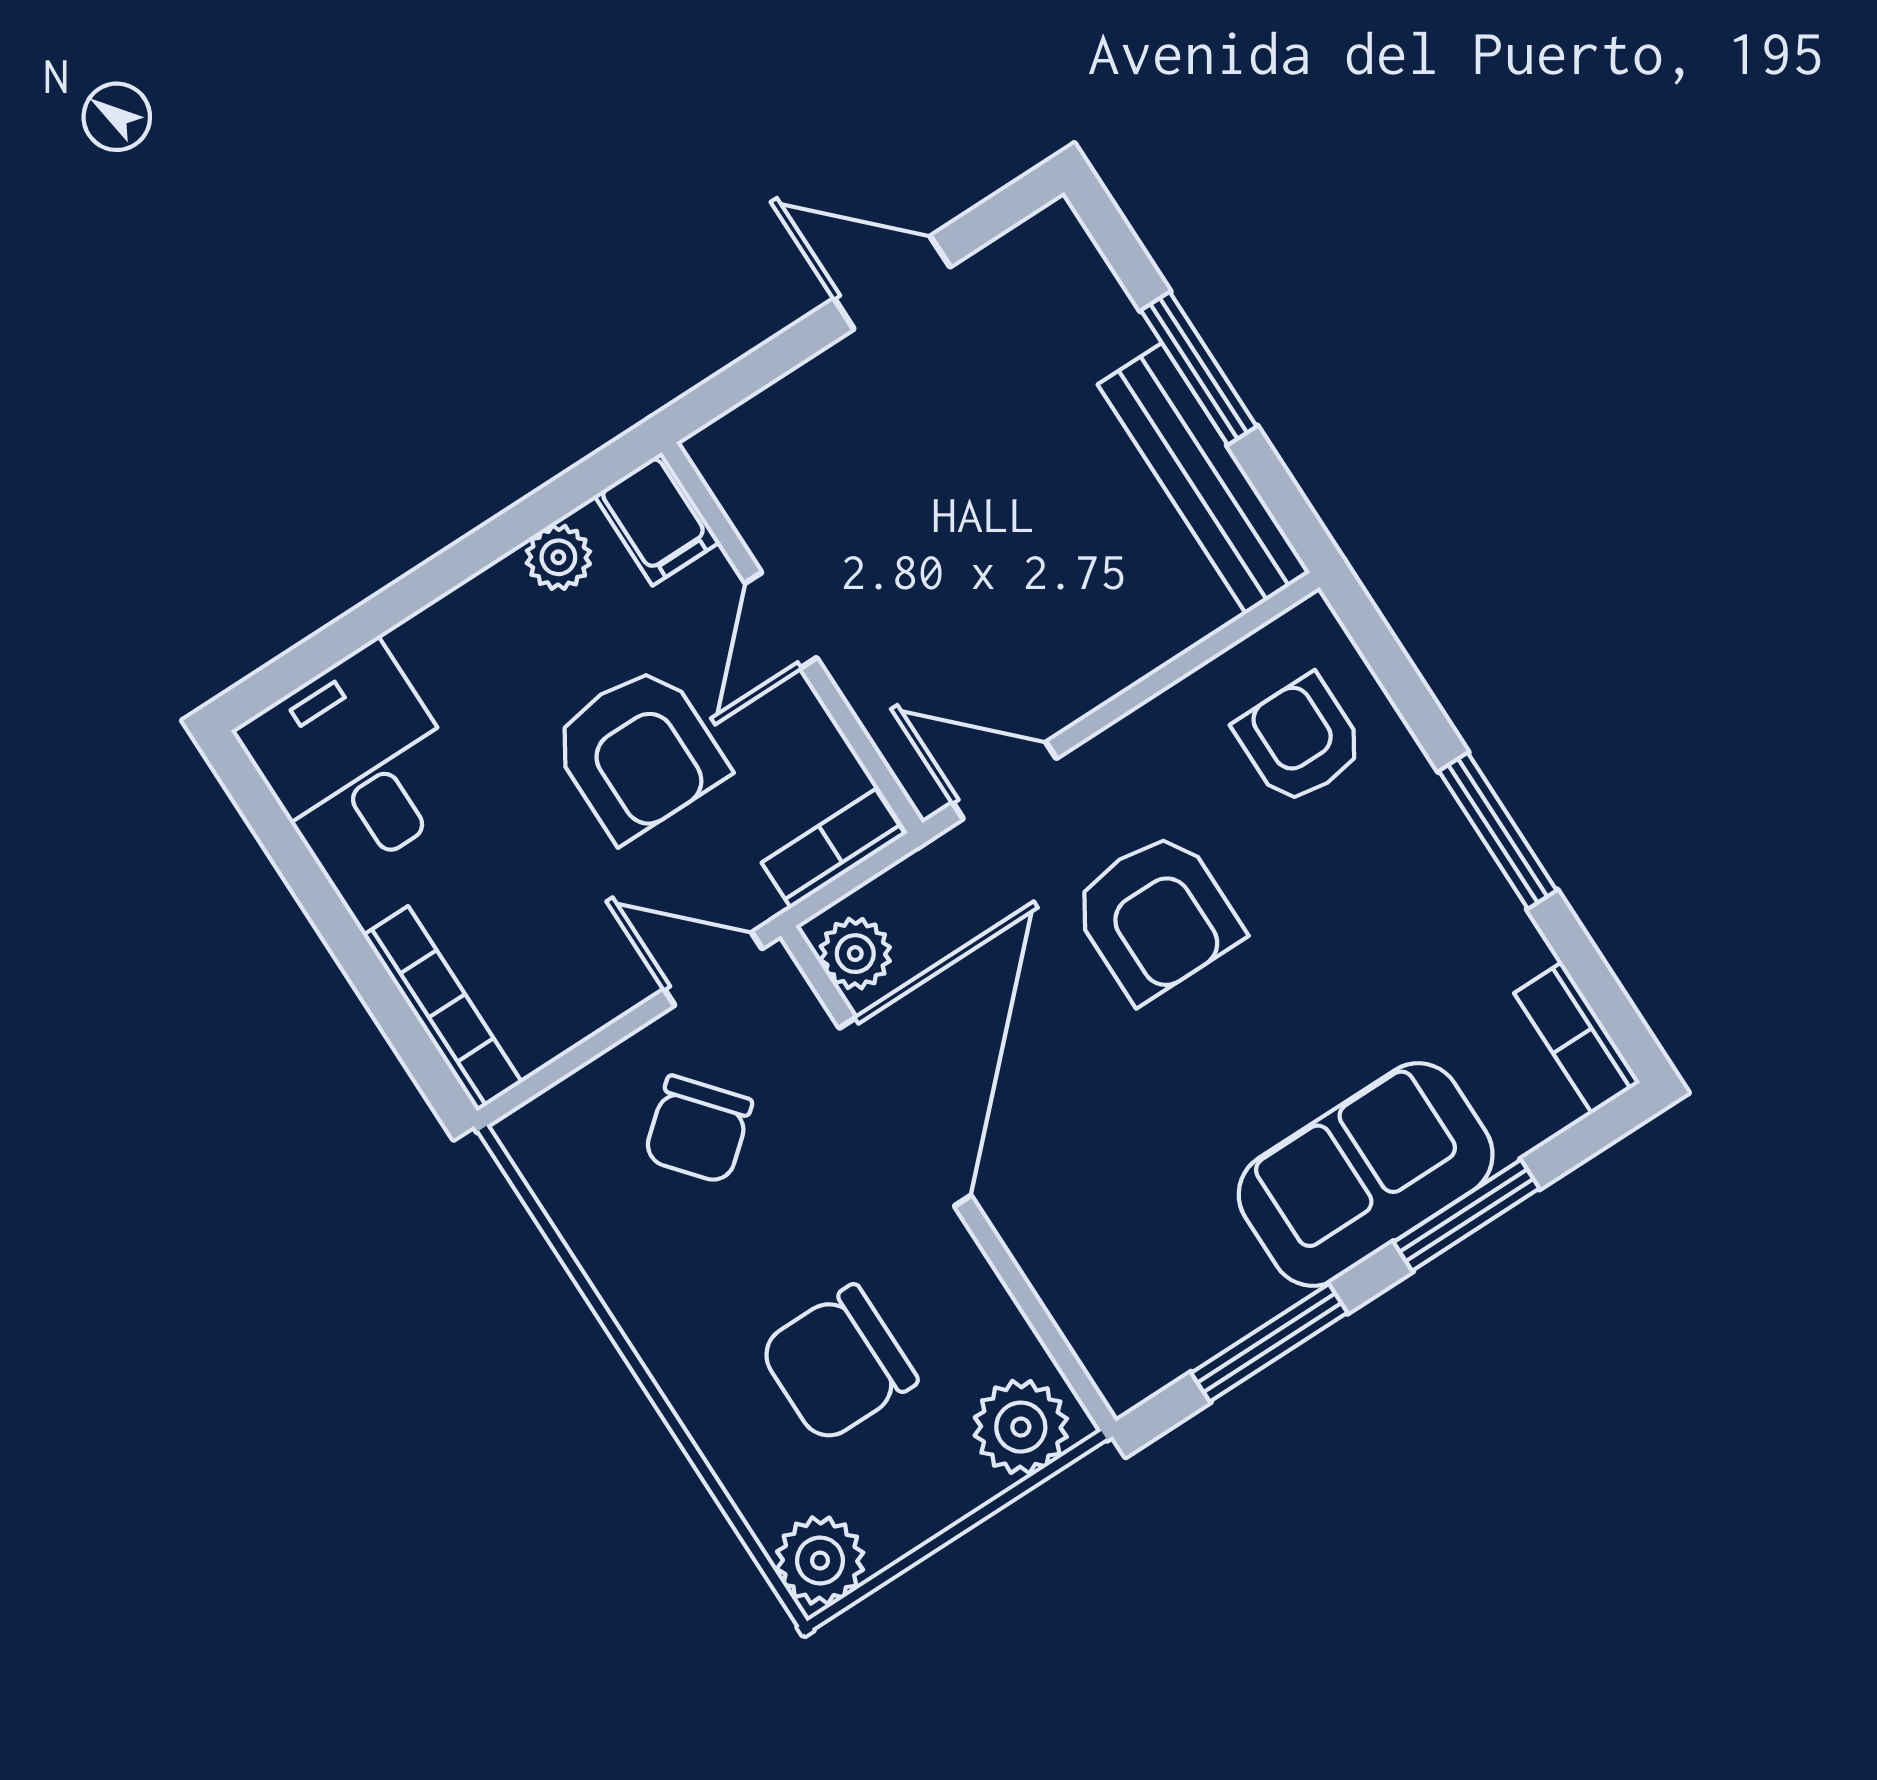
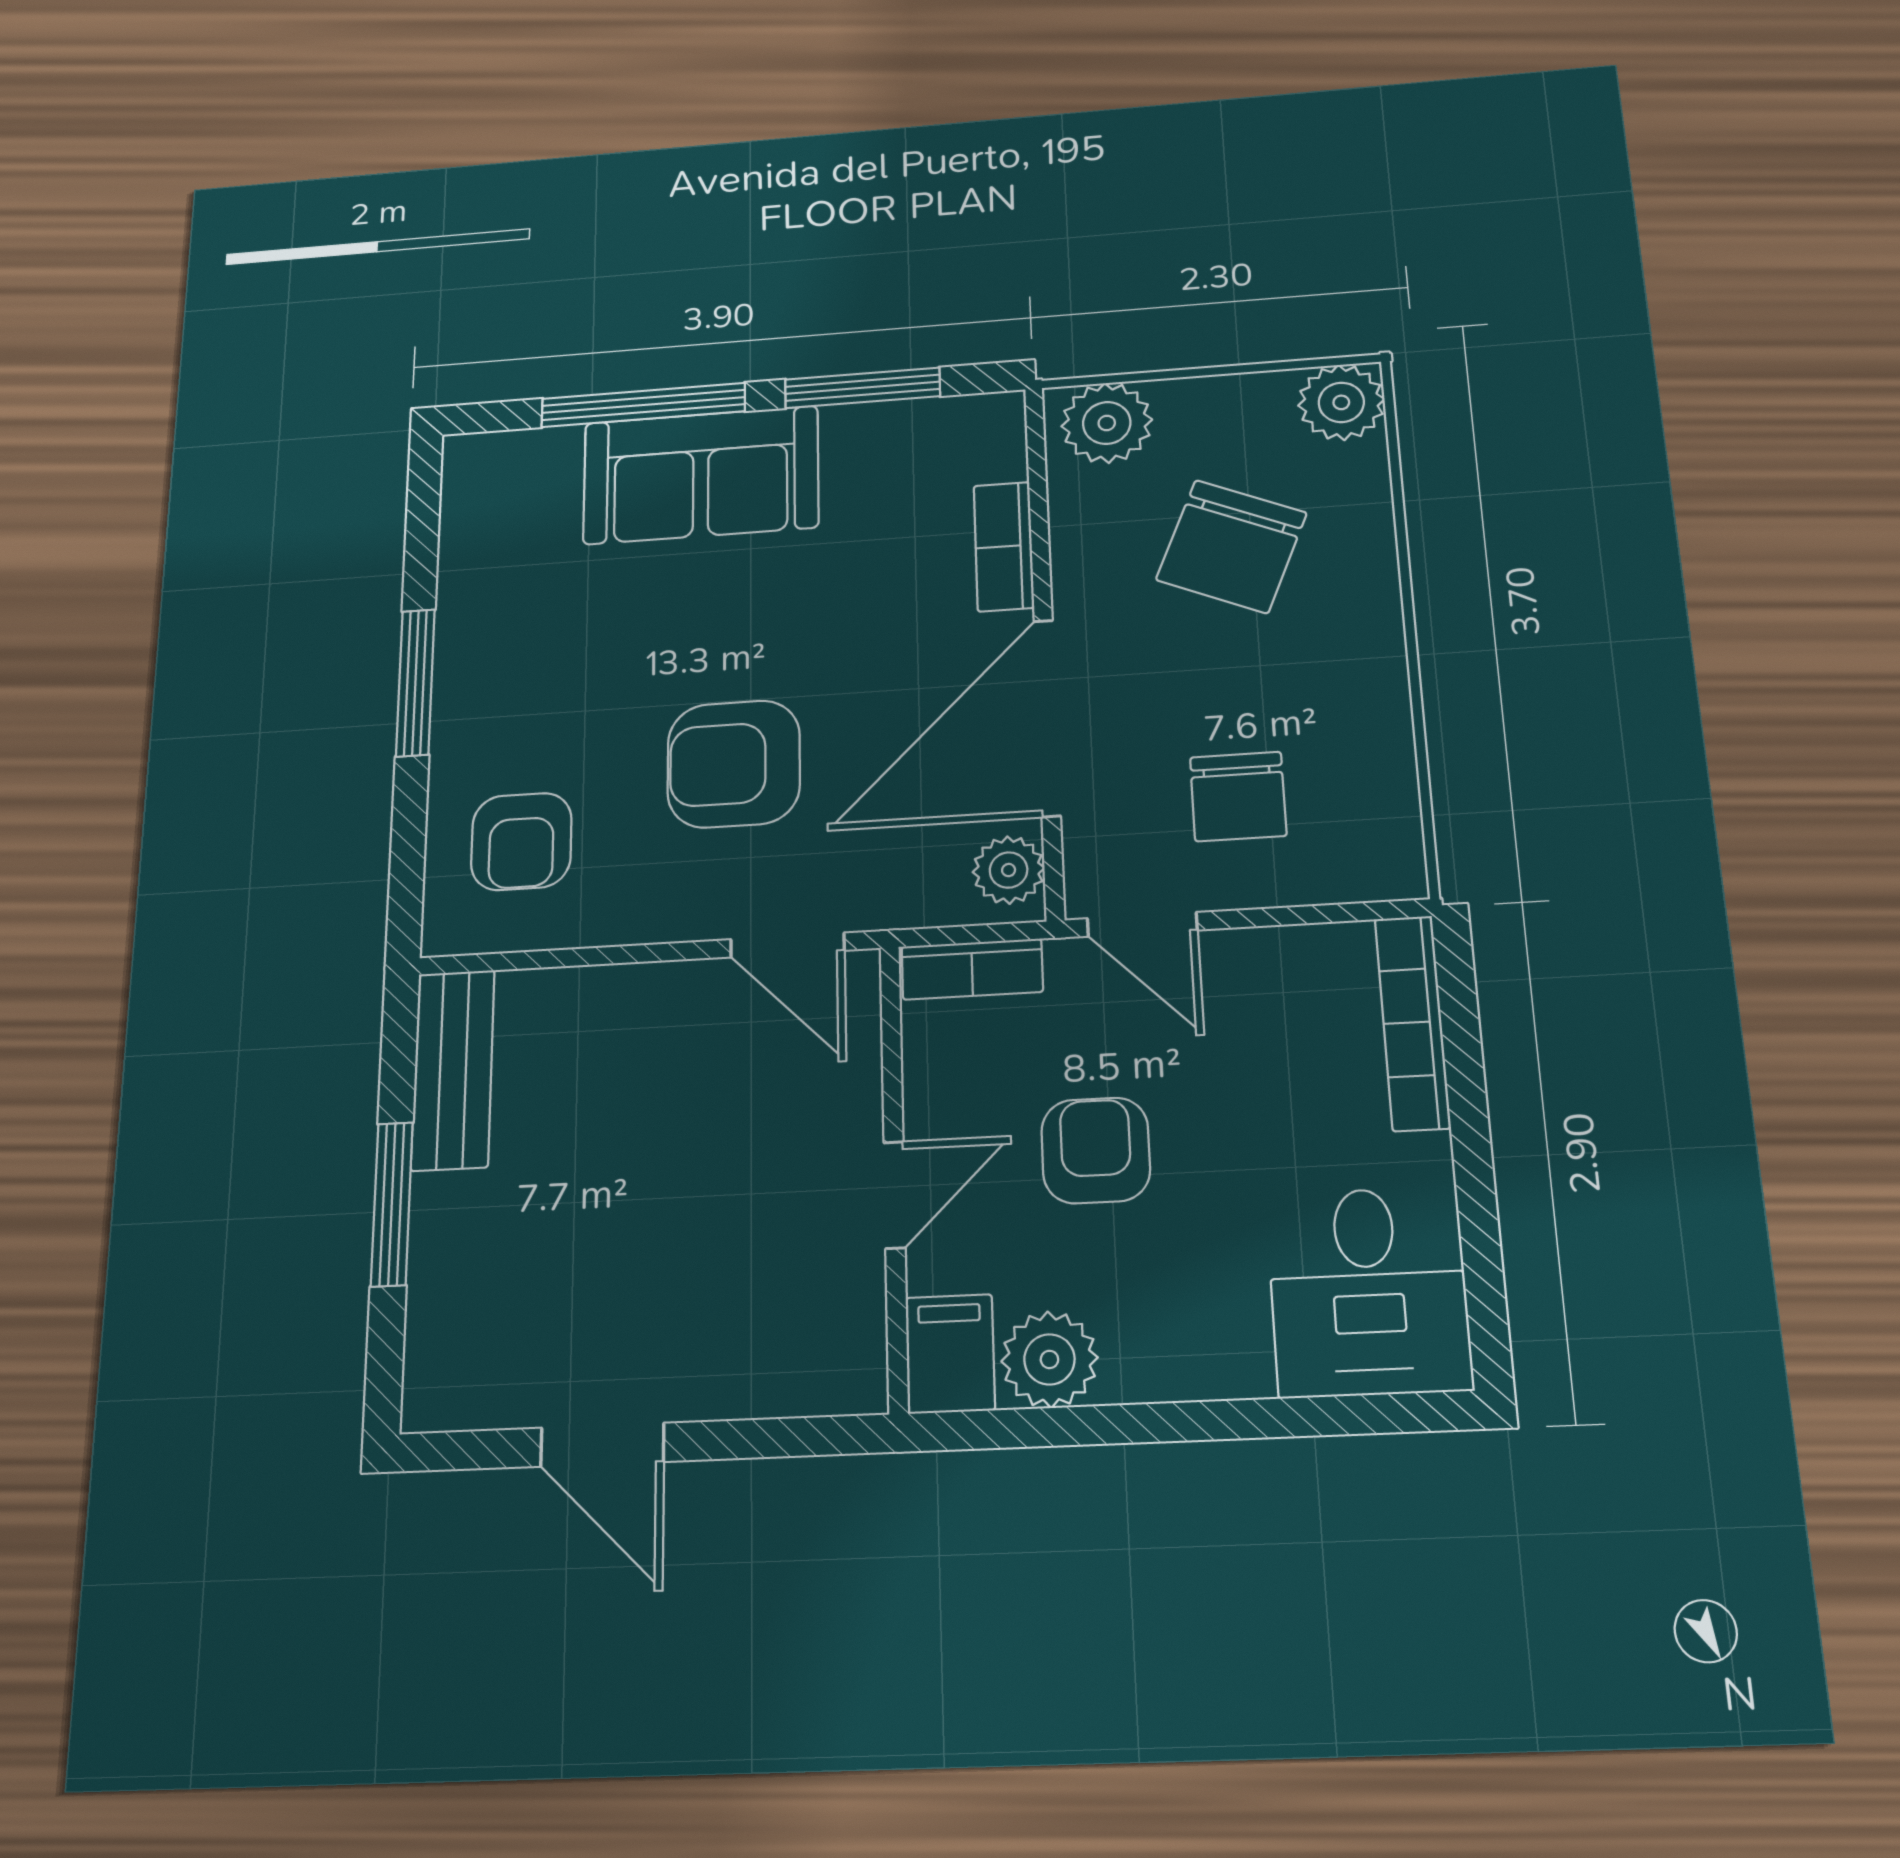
bench: (1204, 478) -> (453, 1070), width x0.73
plant: (558, 557) -> (1049, 1359), width x1.38, depth x1.38
armchair: (638, 752) -> (1096, 1150), width x0.72, depth x0.72
armchair: (1156, 916) -> (734, 764), turned -90
bookcase: (1577, 1038) -> (1004, 546), moved, turned 180
chair: (698, 1130) -> (1238, 796), turned 130
window: (1467, 1215) -> (643, 405), width x1.44
chair: (838, 1364) -> (1231, 546), turned 113

